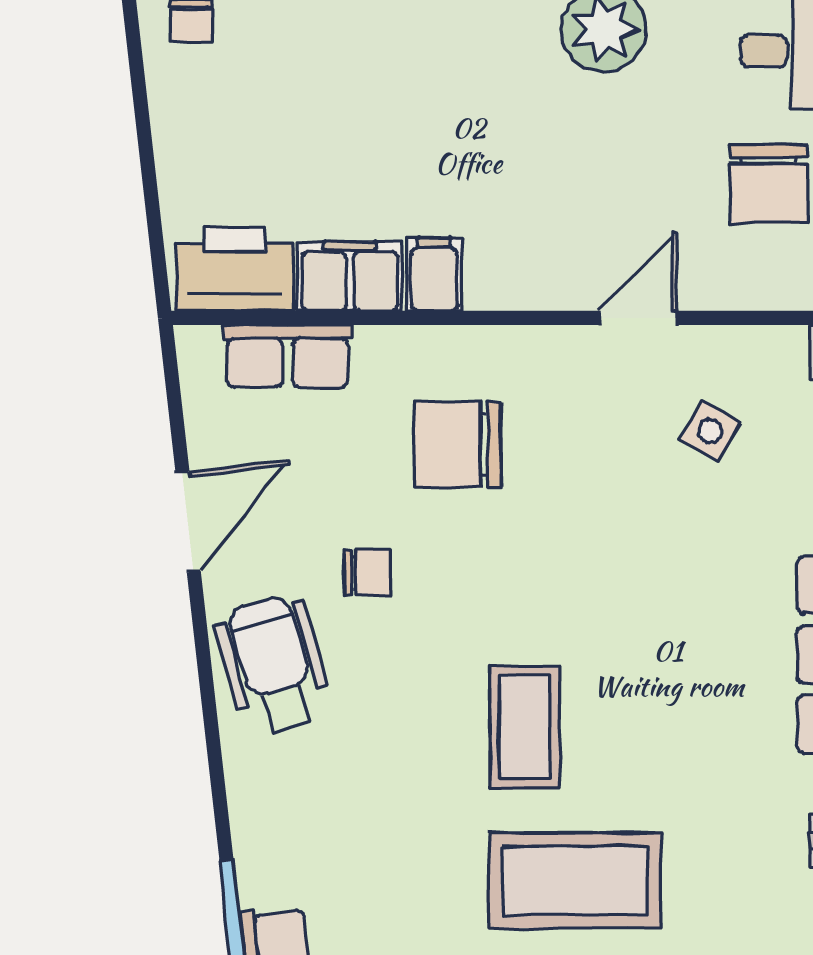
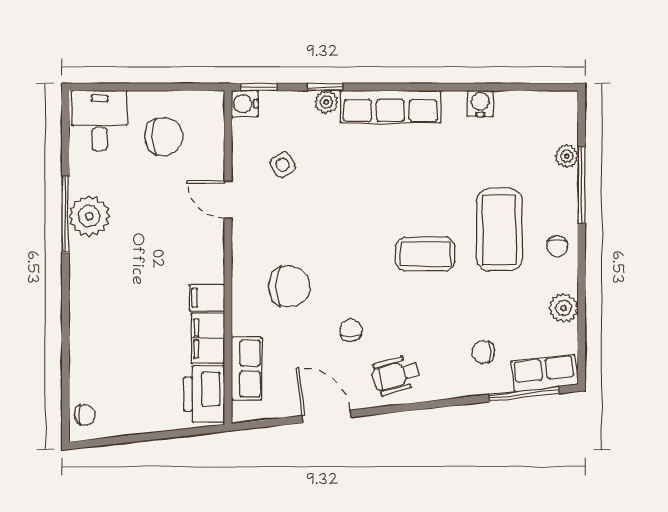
side table: (710, 431) -> (283, 165), turned 32
chair: (458, 444) -> (289, 286), turned -90
wheelchair: (274, 665) -> (395, 375), width x0.73, depth x0.73
chair: (321, 847) -> (483, 352), added

